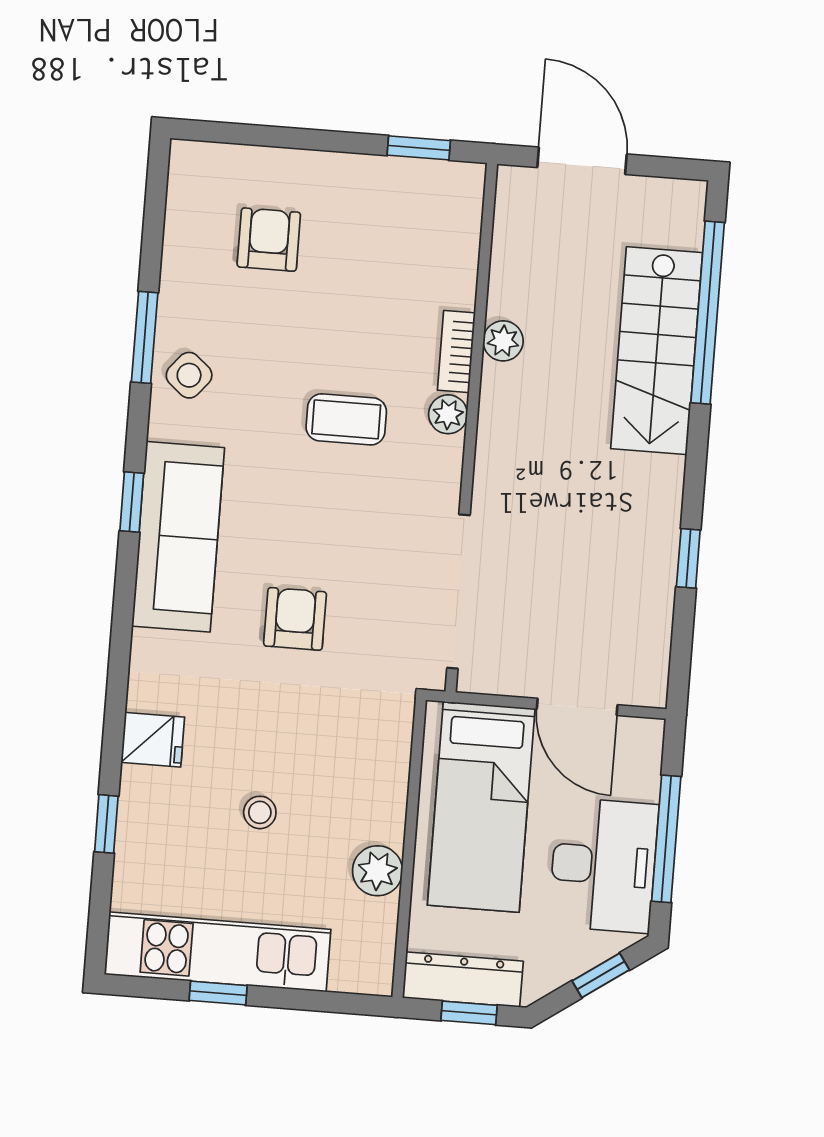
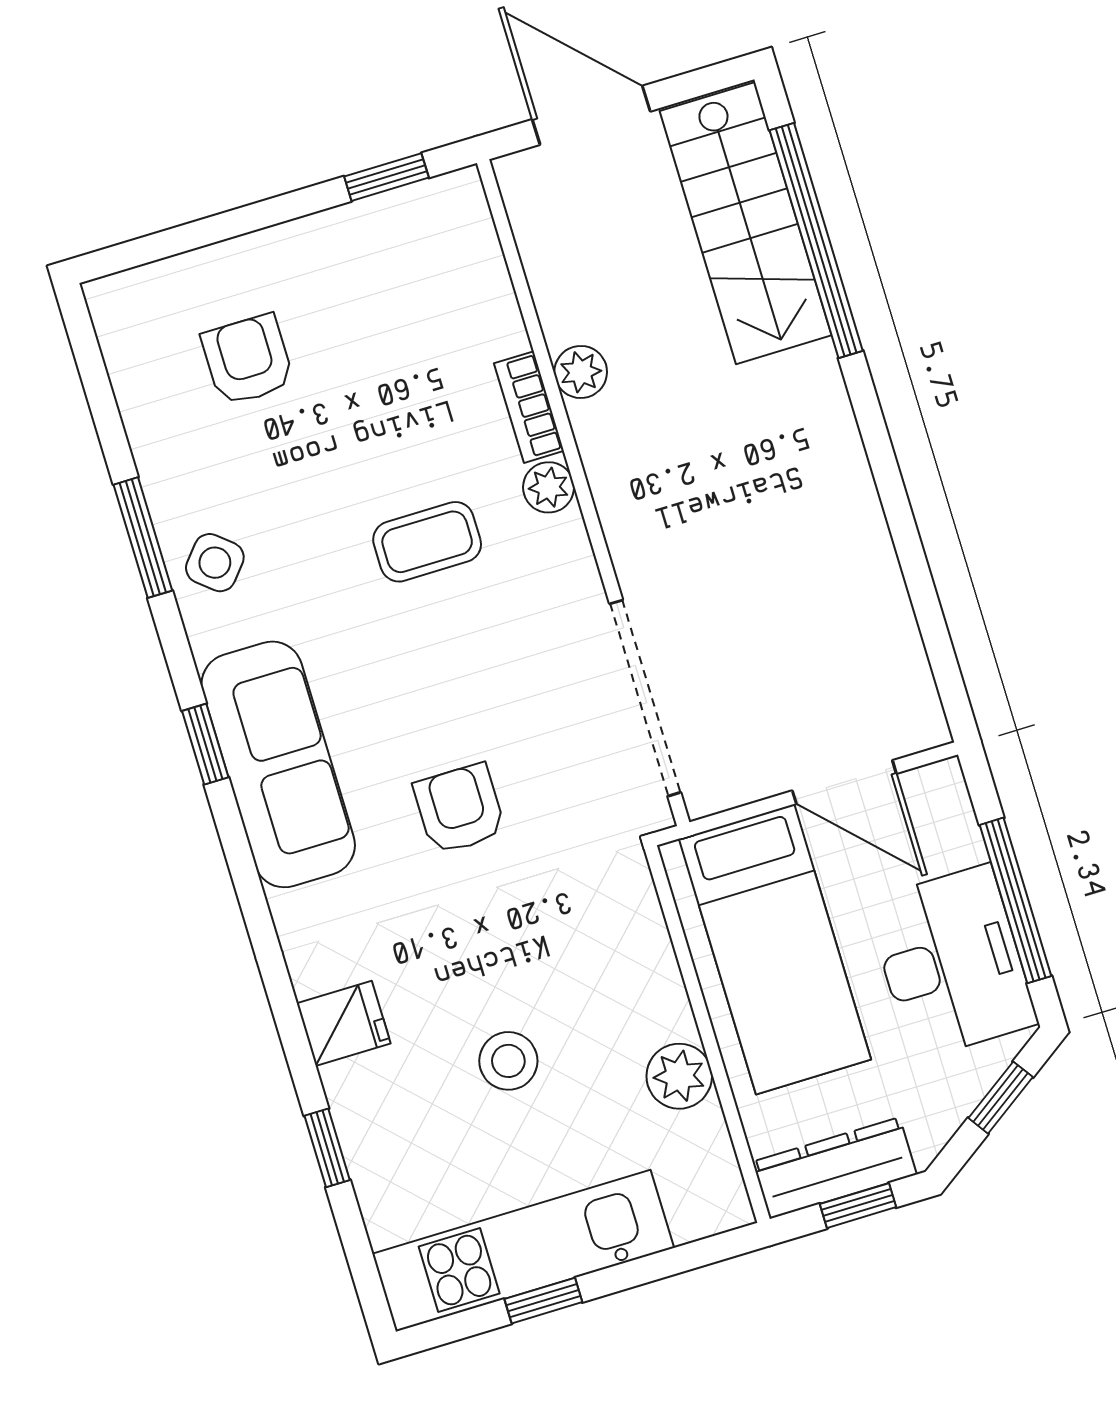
stairs: (657, 351) -> (746, 223), moved
window: (688, 558) -> (909, 549), removed
stool: (260, 812) -> (508, 1061), width x1.37, depth x1.37

